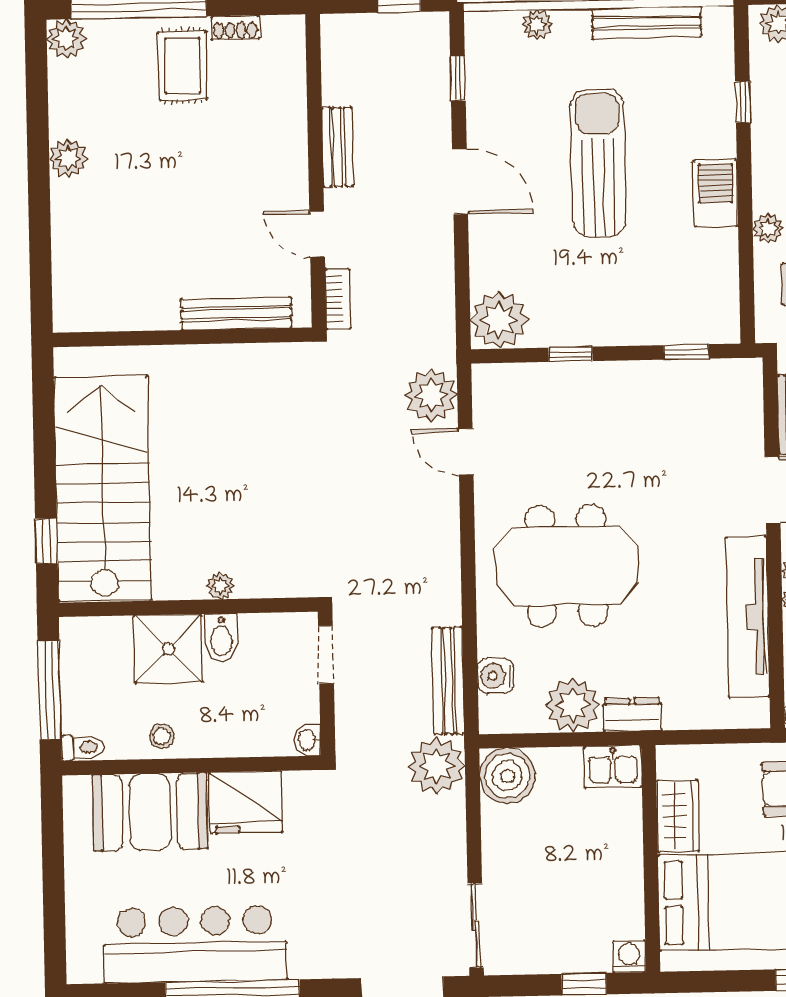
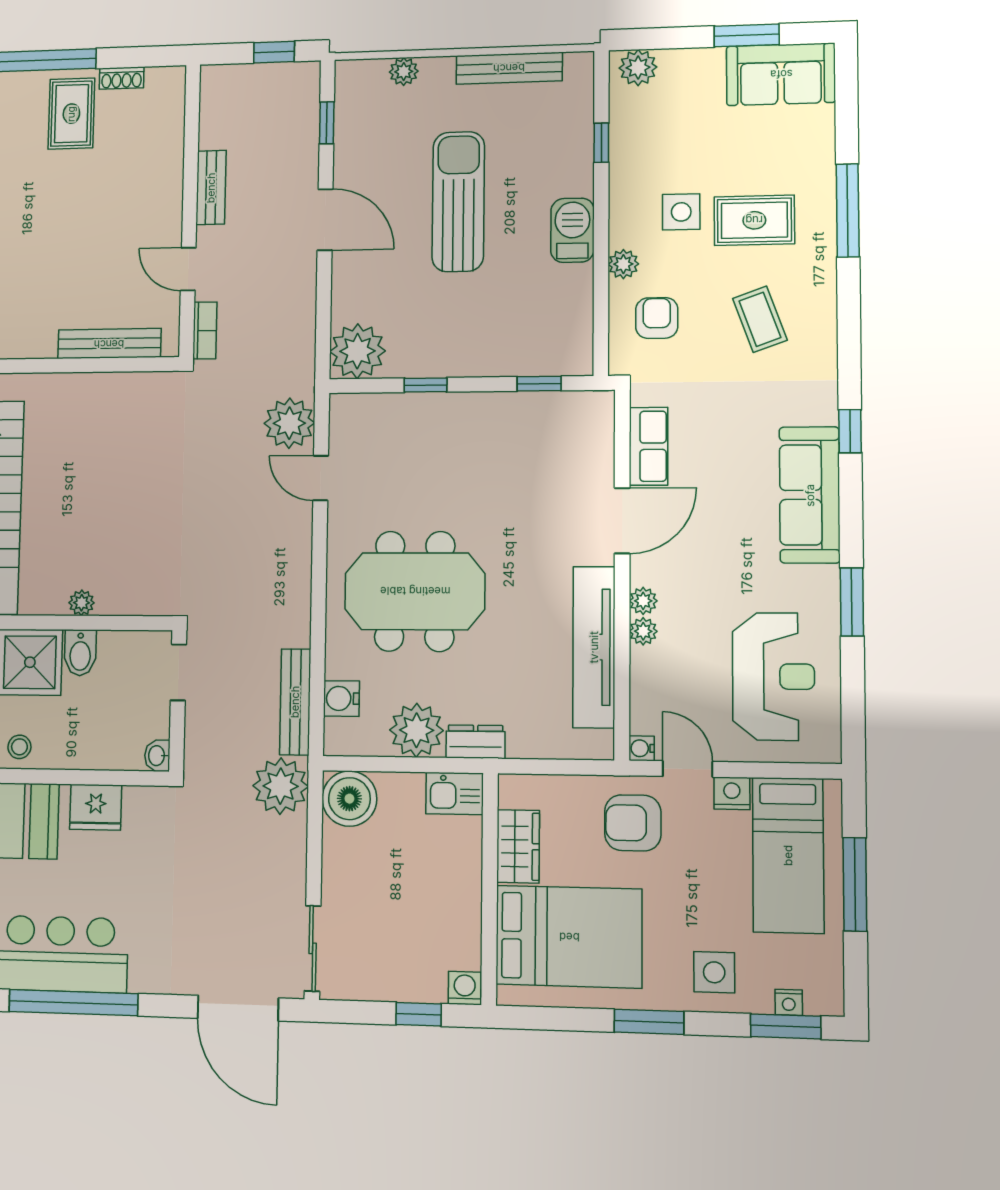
fridge: (246, 802) -> (96, 807), width x0.73, depth x0.75

